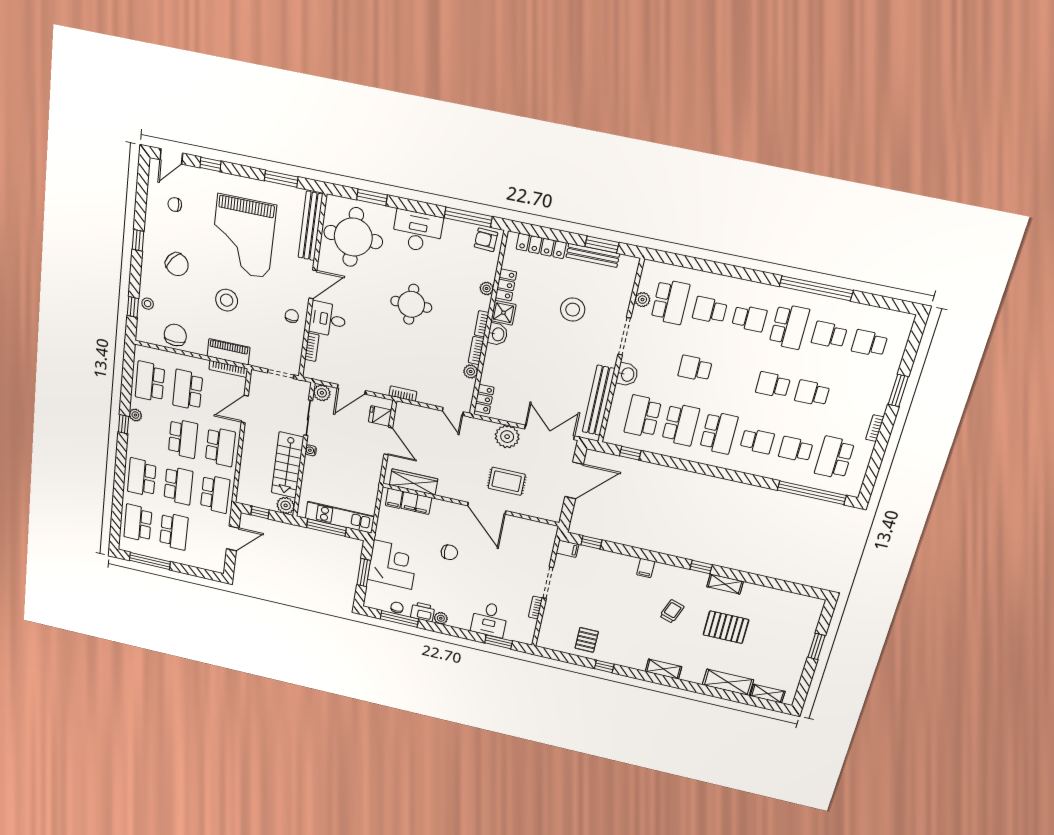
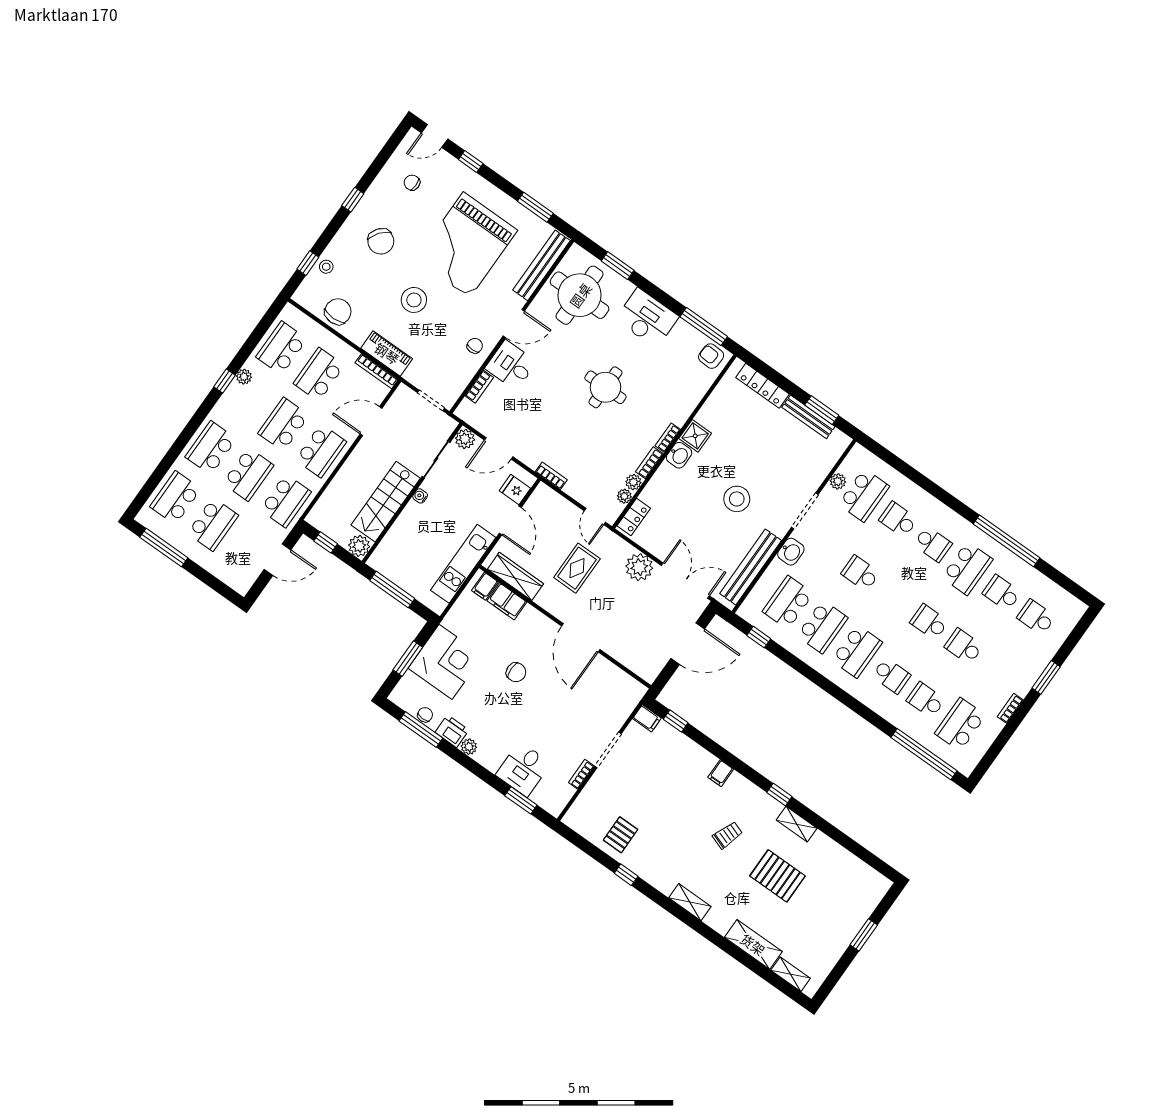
locker: (506, 285) -> (710, 409), removed
plant: (487, 288) -> (624, 496), moved
stool: (573, 310) -> (737, 499), moved
school desk: (183, 438) -> (284, 424), turned 180
rug: (507, 481) -> (577, 568), moved, turned 90
kitchen unit: (340, 517) -> (463, 564), moved, turned -90

